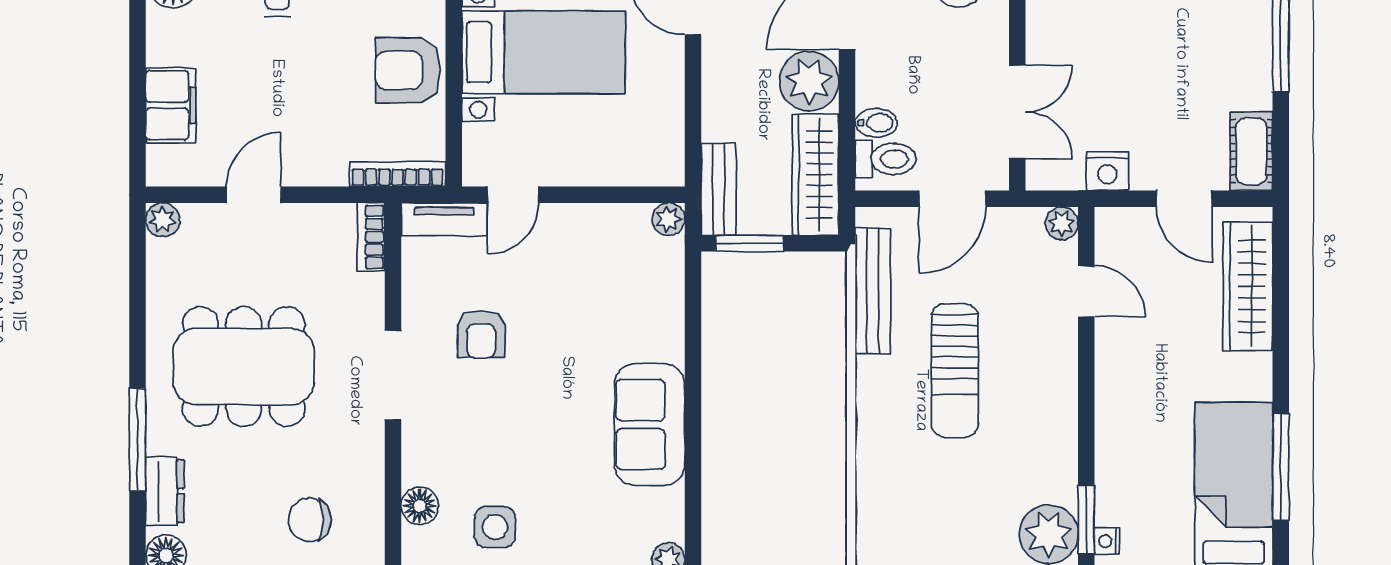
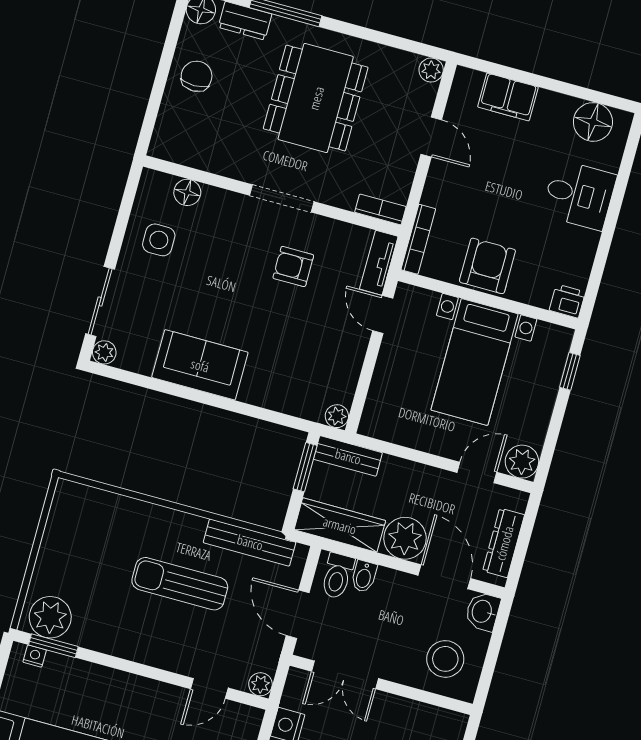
chair: (310, 520) -> (197, 76), moved

